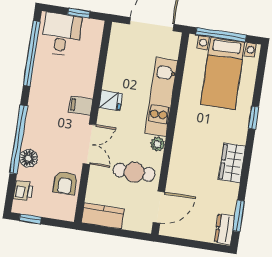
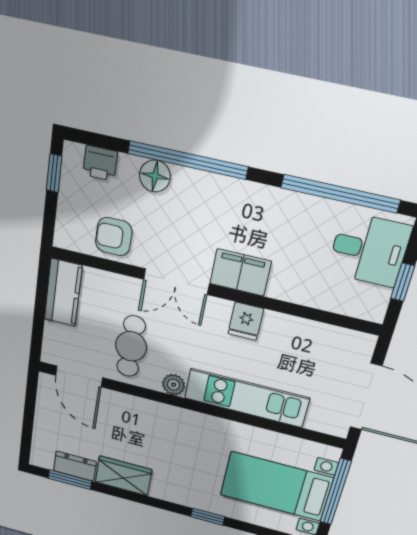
filing cabinet: (81, 106) -> (240, 272), width x2.00
wardrobe: (232, 163) -> (123, 476), moved
dresser: (225, 229) -> (75, 466), moved

